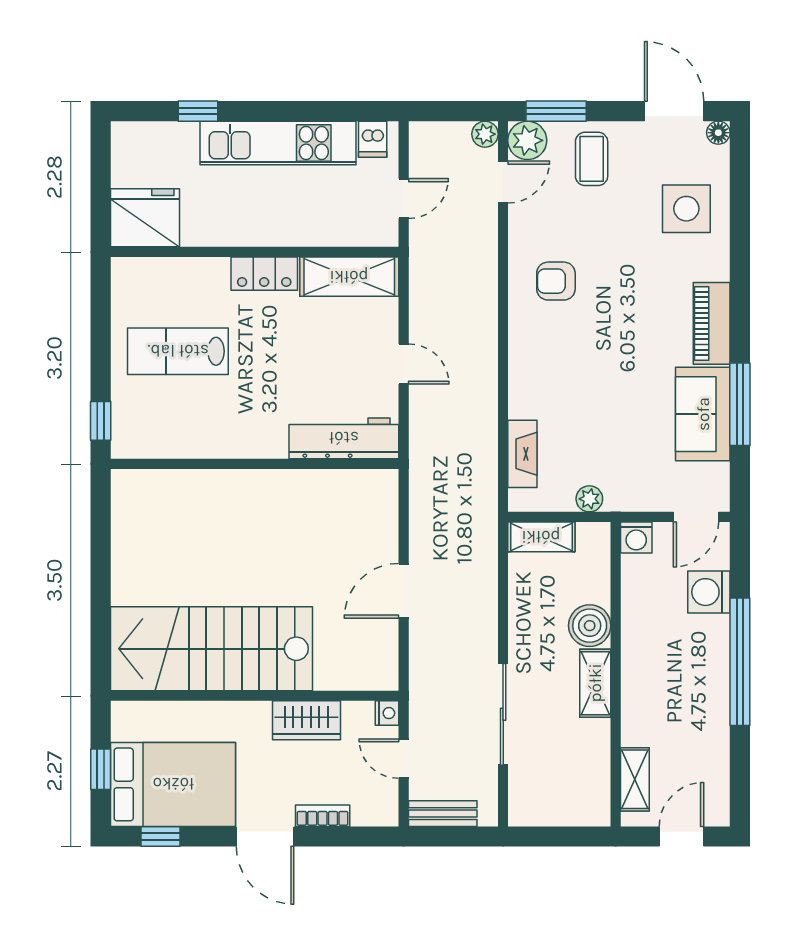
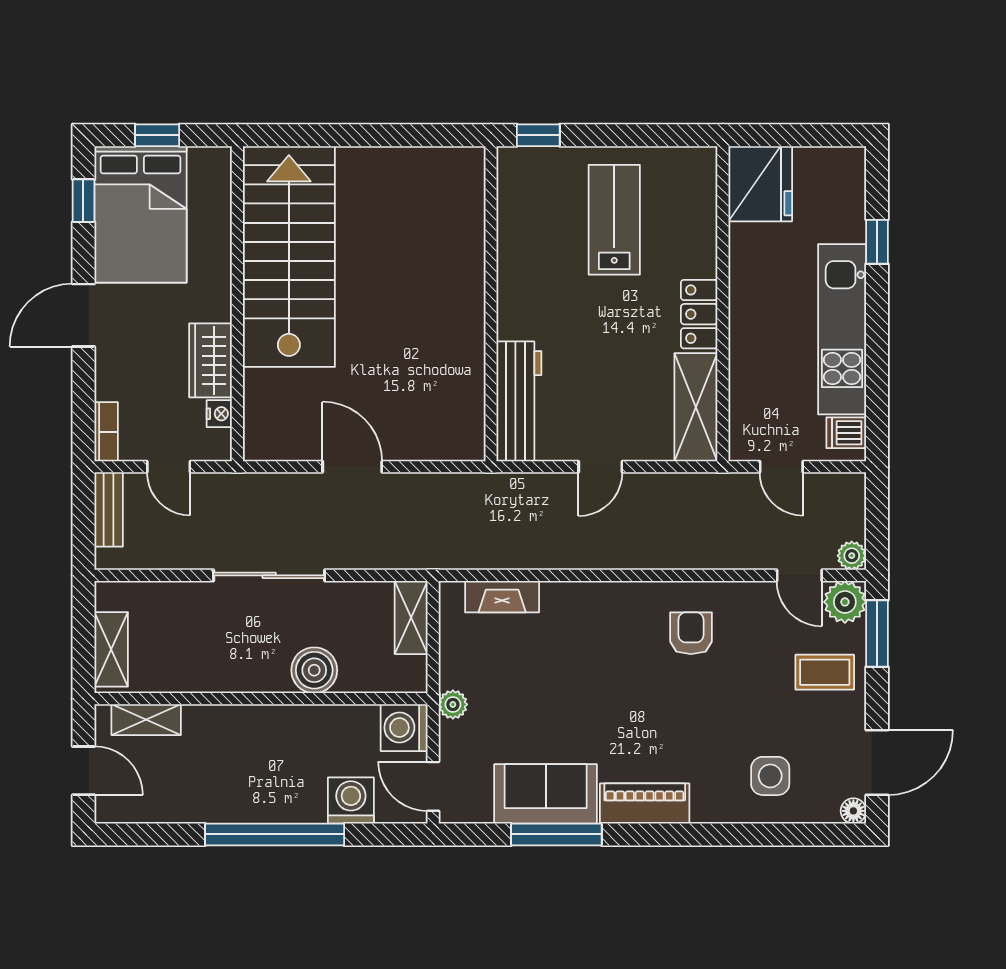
side table: (686, 209) -> (770, 776), width x0.73, depth x0.73
plant: (589, 499) -> (453, 704), moved
washing machine: (636, 537) -> (404, 728), width x1.38, depth x1.38
shelving: (595, 683) -> (111, 649), moved, turned 90
nightstand: (387, 713) -> (219, 414), moved, turned -90
sliding door: (503, 714) -> (269, 575), moved
door: (404, 759) -> (169, 467), swing flipped
bookcase: (323, 816) -> (106, 432), moved

